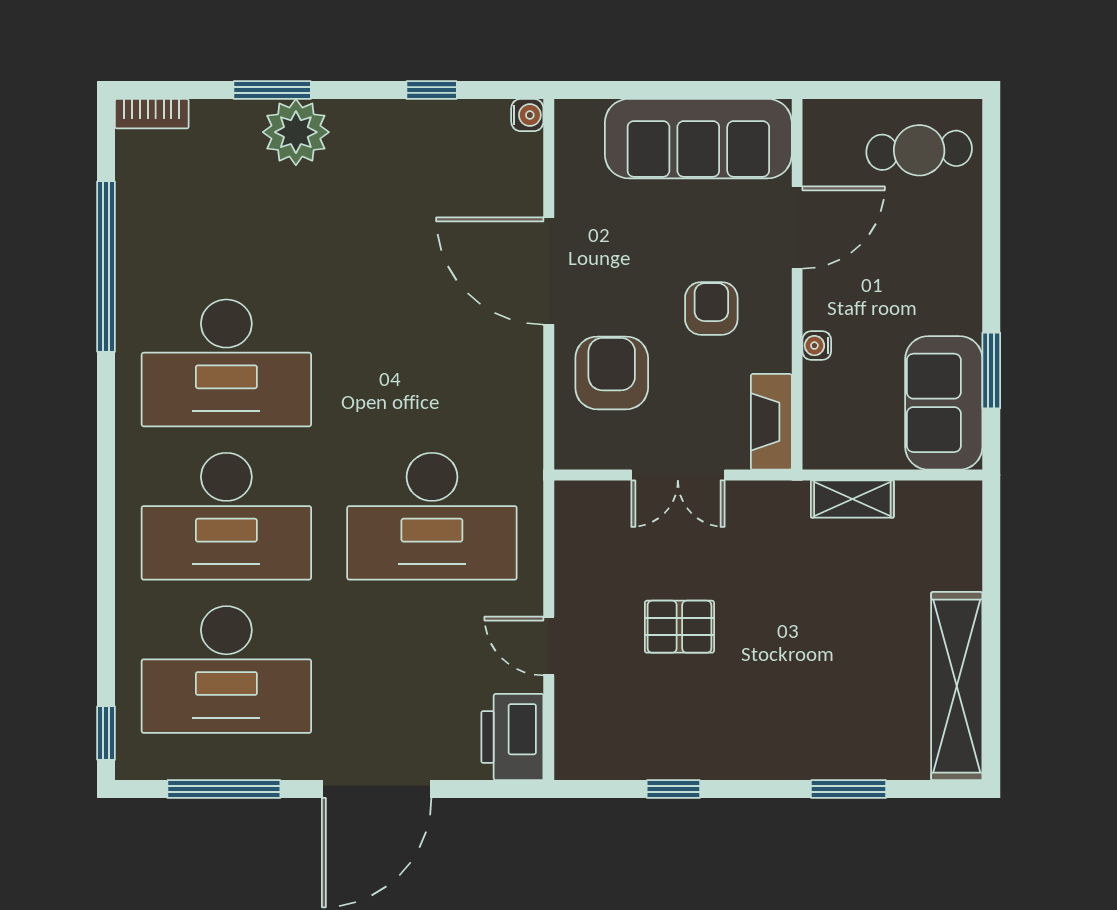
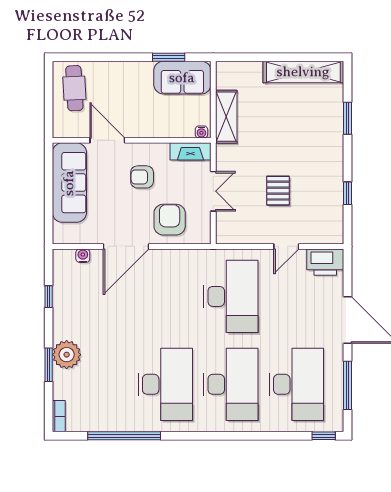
water cooler: (527, 115) -> (83, 256), moved
water cooler: (817, 346) -> (201, 132), moved
armchair: (612, 373) -> (170, 220), turned 90
shelving: (852, 499) -> (226, 117), width x1.50, depth x1.33

